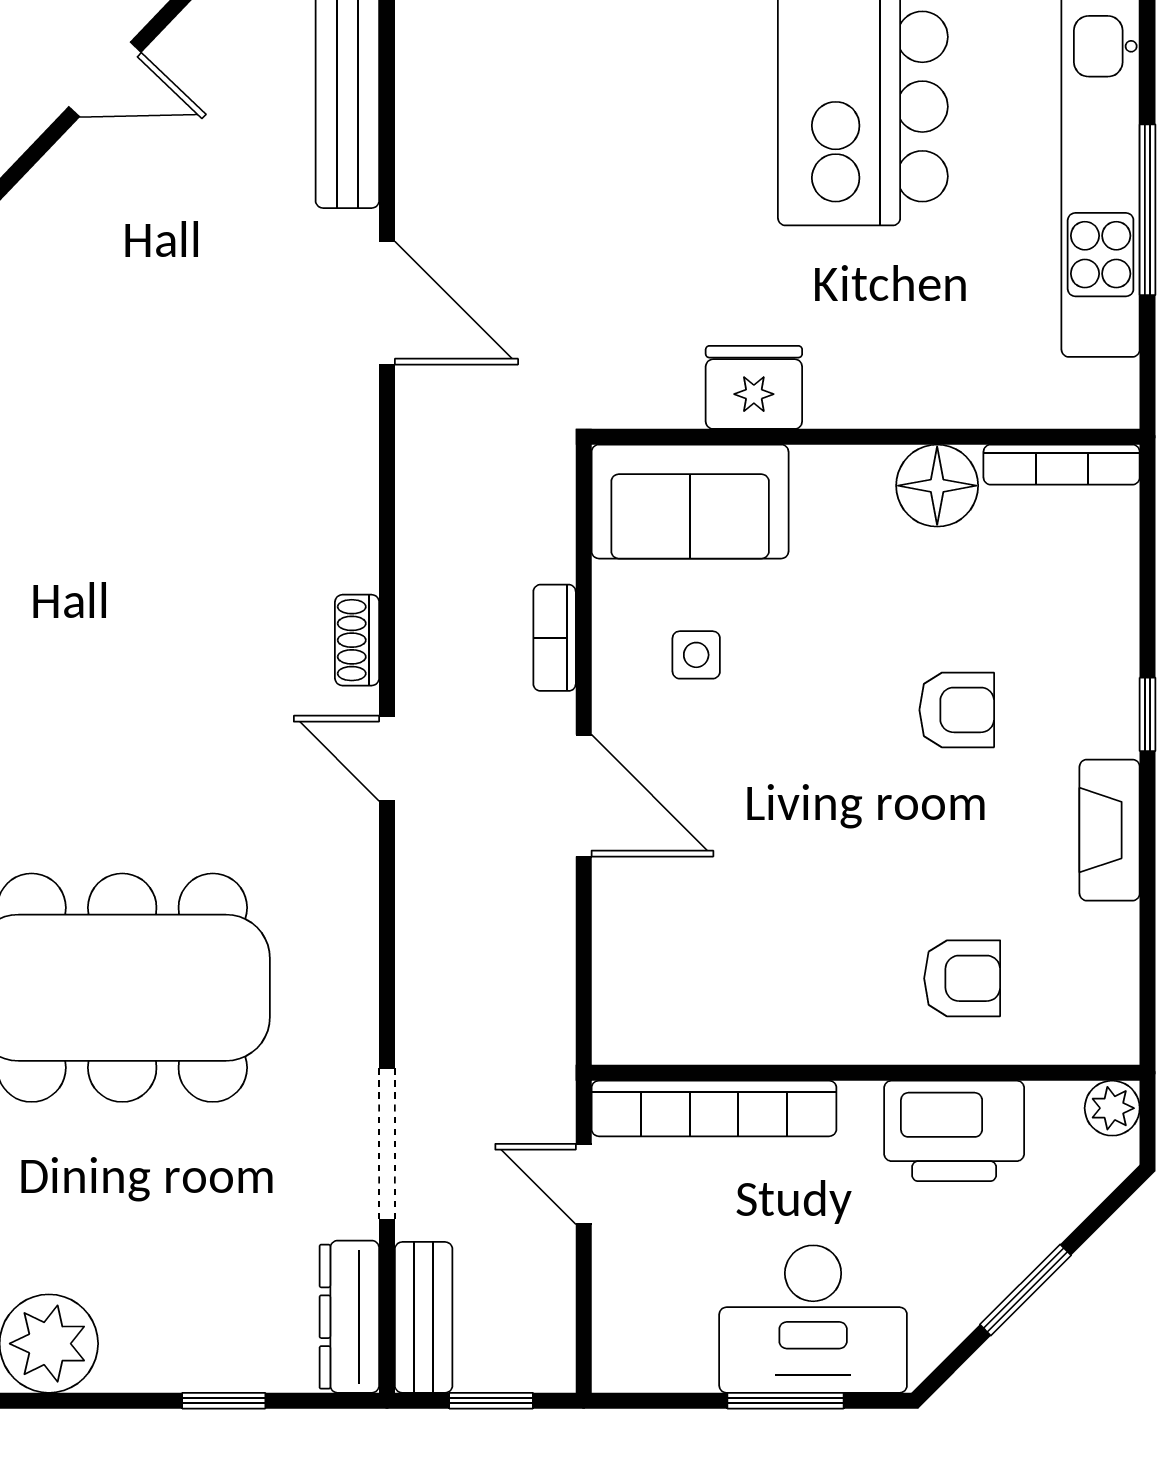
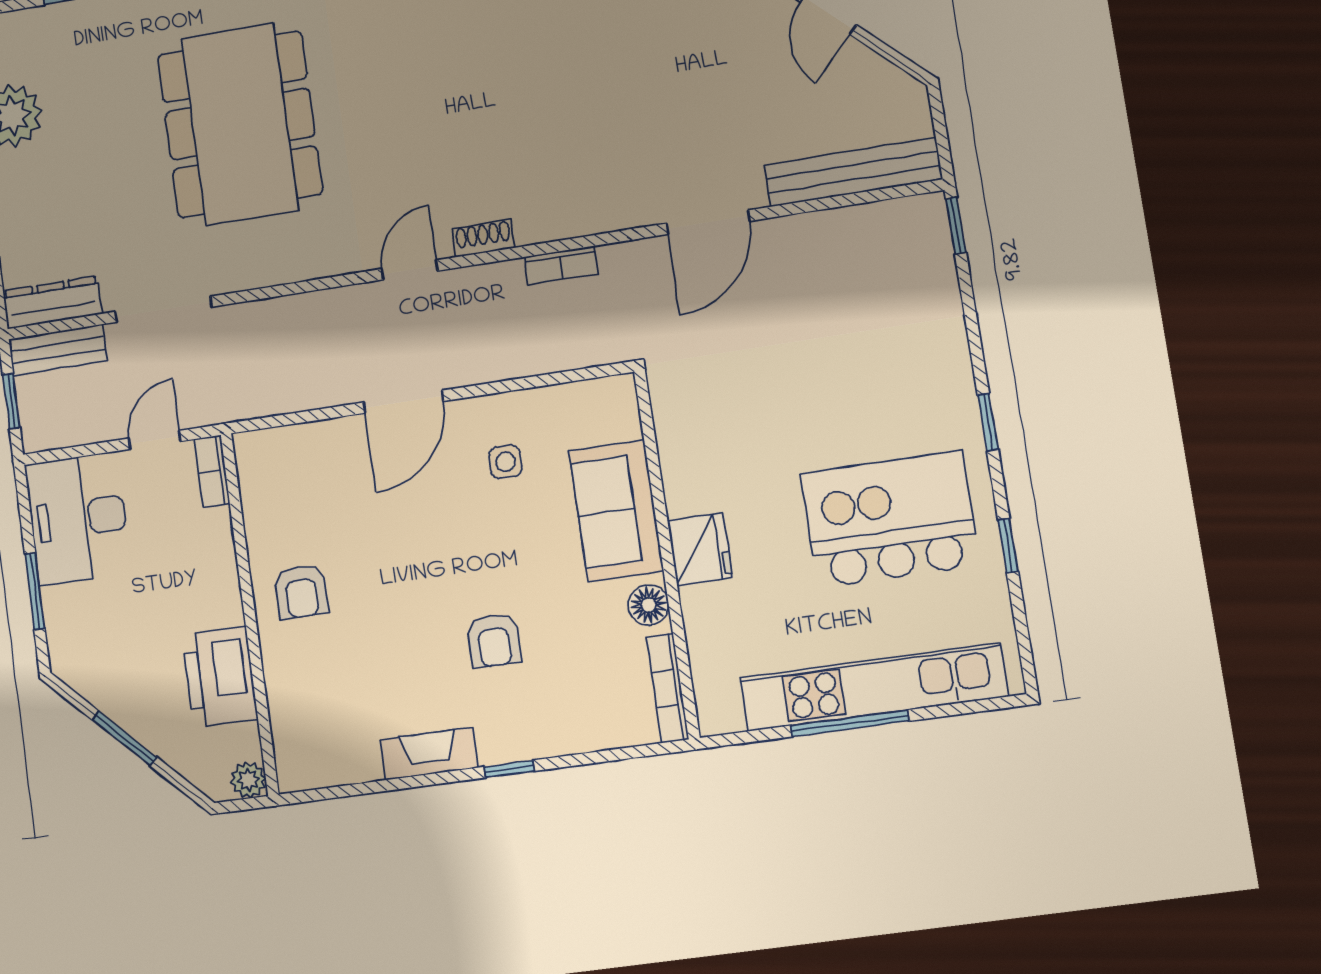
fridge: (754, 387) -> (700, 549), moved
floor lamp: (937, 486) -> (649, 605), width x0.73, depth x0.73
sofa: (690, 502) -> (616, 511), moved
bookcase: (555, 638) -> (561, 265), moved, turned 180
armchair: (962, 978) -> (301, 591), moved
bookcase: (714, 1108) -> (212, 471), width x0.43, depth x0.76
desk: (813, 1319) -> (78, 519), moved

